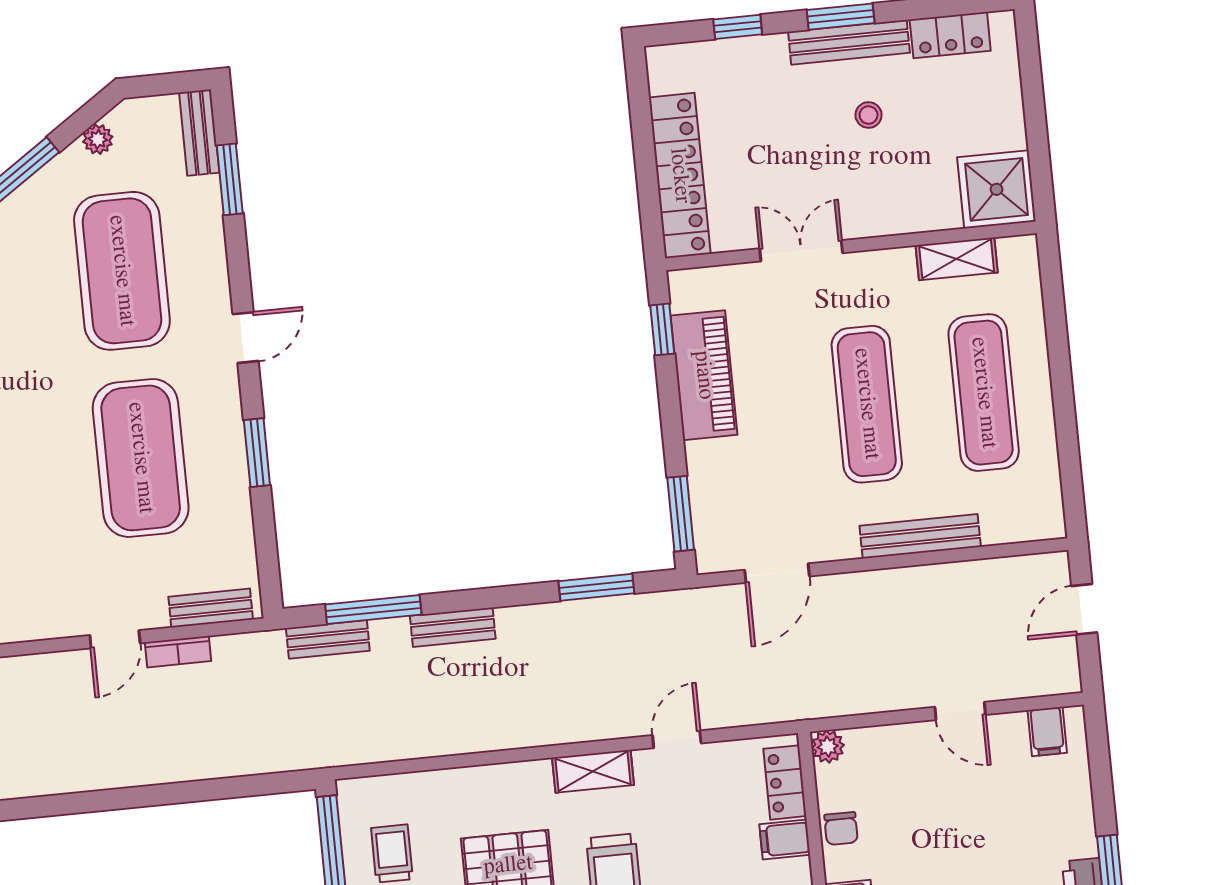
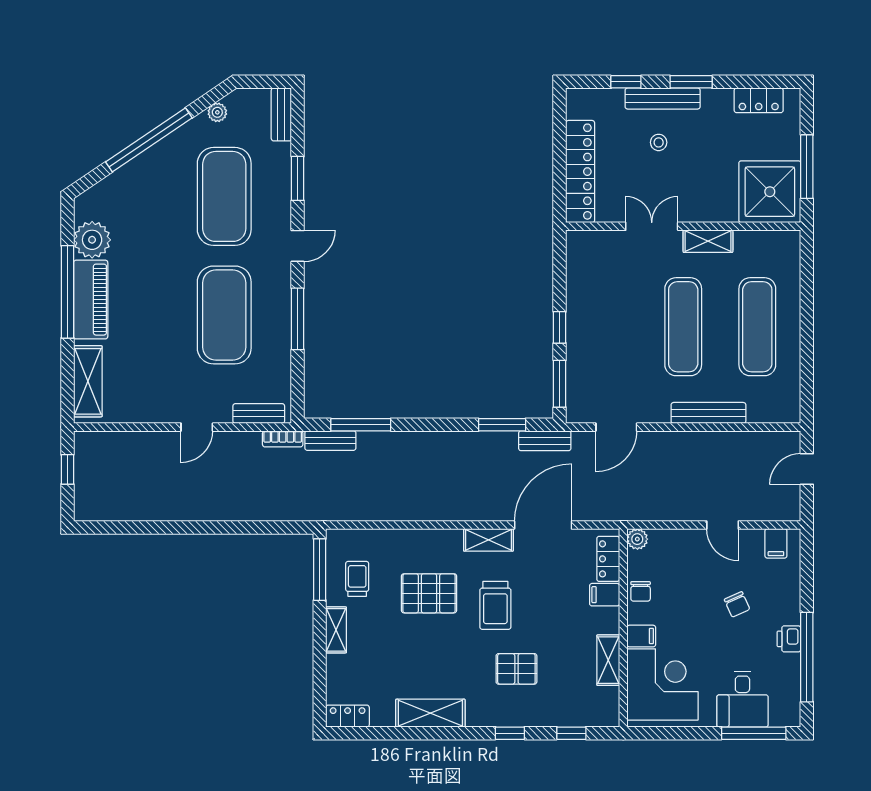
bench: (849, 42) -> (663, 98), moved
stool: (869, 115) -> (659, 142), moved
window: (1037, 132) -> (807, 167), added
window: (230, 179) -> (298, 178), moved
shower: (997, 189) -> (770, 192), width x1.37, depth x1.37
shelving: (957, 259) -> (708, 241), moved
window: (662, 329) -> (560, 327), moved
piano: (704, 375) -> (583, 298), removed
window: (257, 453) -> (298, 319), width x1.44
bench: (453, 627) -> (545, 441), moved
bookcase: (178, 652) -> (283, 439), moved
door: (677, 739) -> (543, 525), width x1.87
chair: (995, 834) -> (737, 604), added

